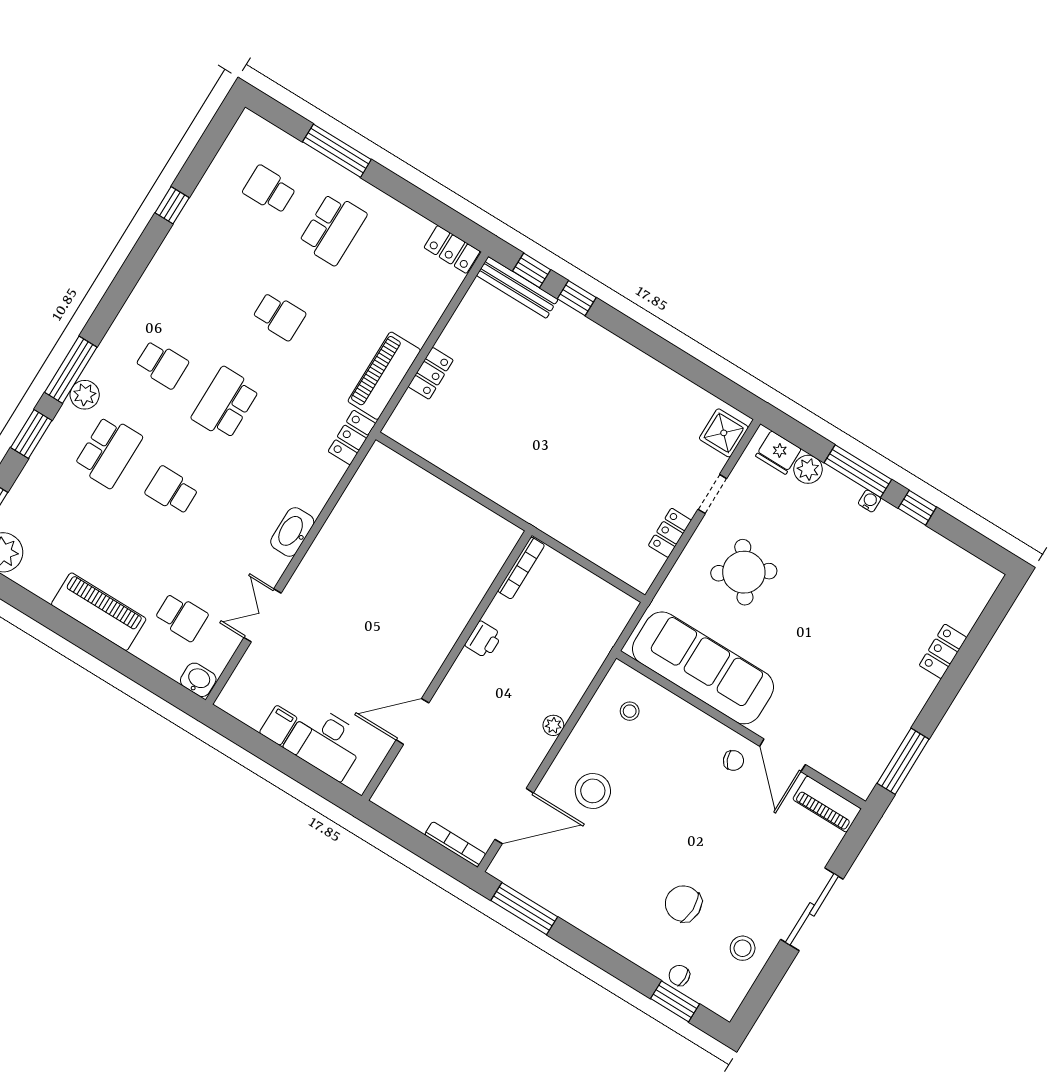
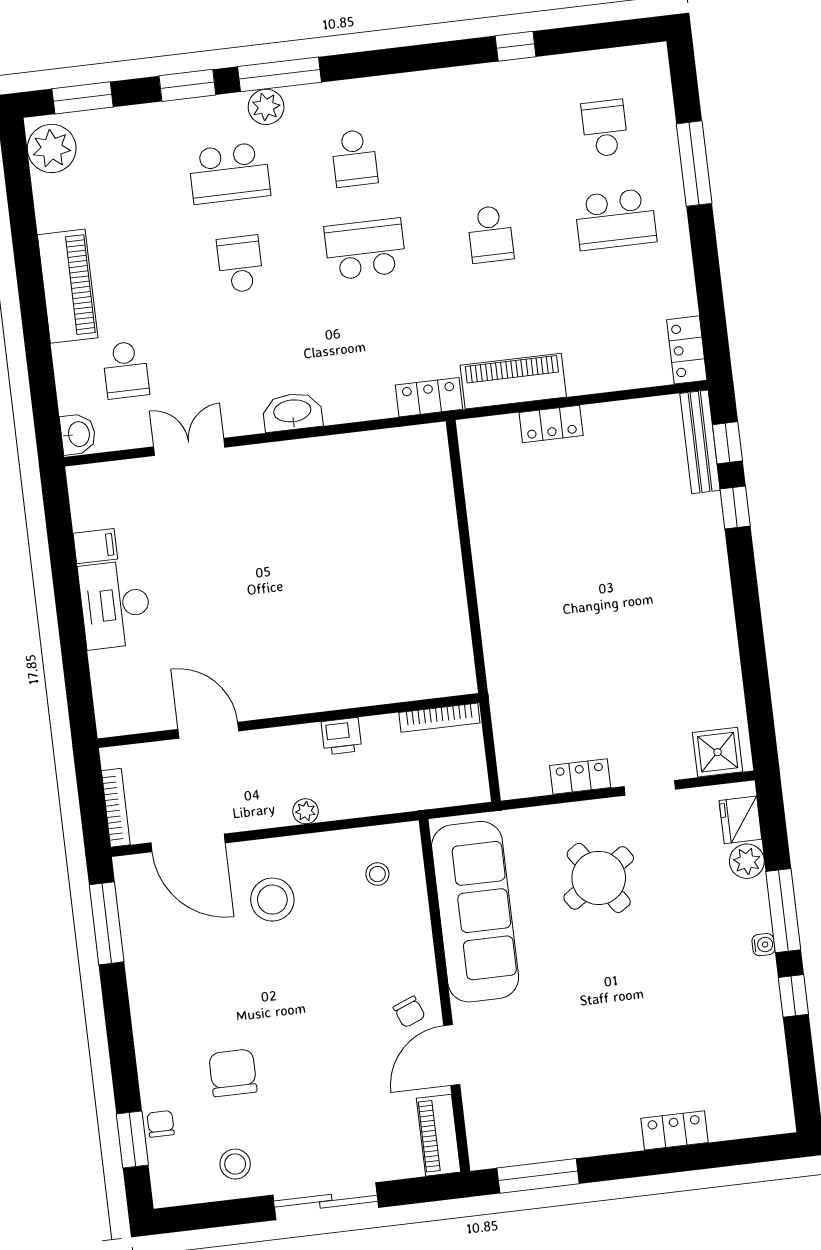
bookcase: (521, 568) -> (439, 718), moved
printer: (483, 640) -> (341, 736), moved
wall: (447, 666) -> (288, 721), moved
door: (412, 721) -> (208, 730), moved

